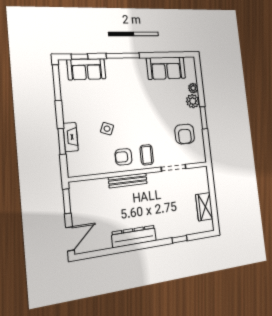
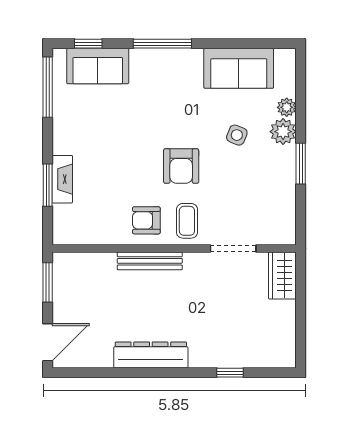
side table: (107, 129) -> (237, 135), moved
armchair: (185, 134) -> (181, 166), moved
wardrobe: (204, 207) -> (282, 275), moved

